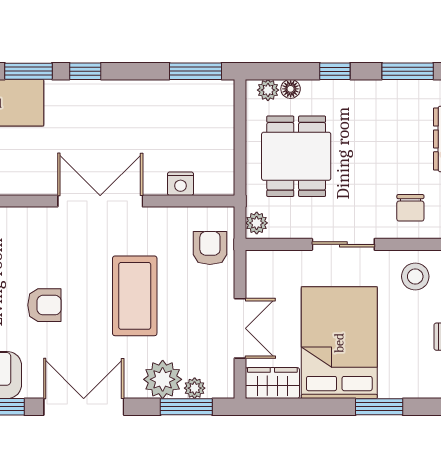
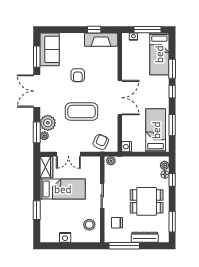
window: (196, 71) -> (172, 125), moved
window: (335, 71) -> (172, 180), moved
bed: (181, 112) -> (156, 130), added
dining table: (296, 156) -> (147, 201), moved
nightstand: (181, 184) -> (127, 147), moved
armchair: (210, 248) -> (101, 142), turned -65
bed: (339, 343) -> (63, 189), width x0.67
double door: (84, 407) -> (37, 91), swing flipped

